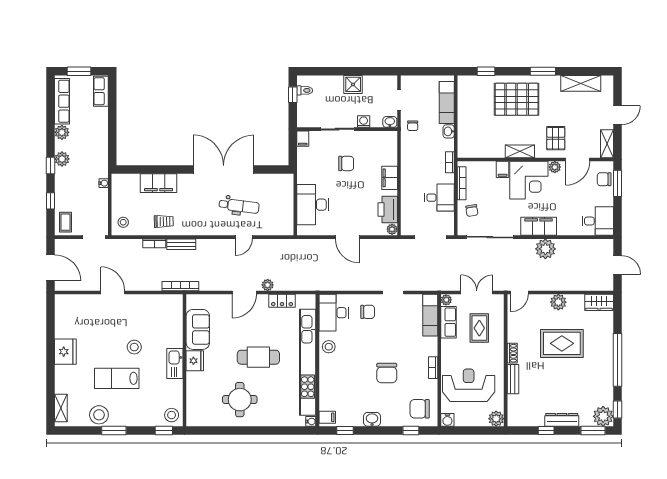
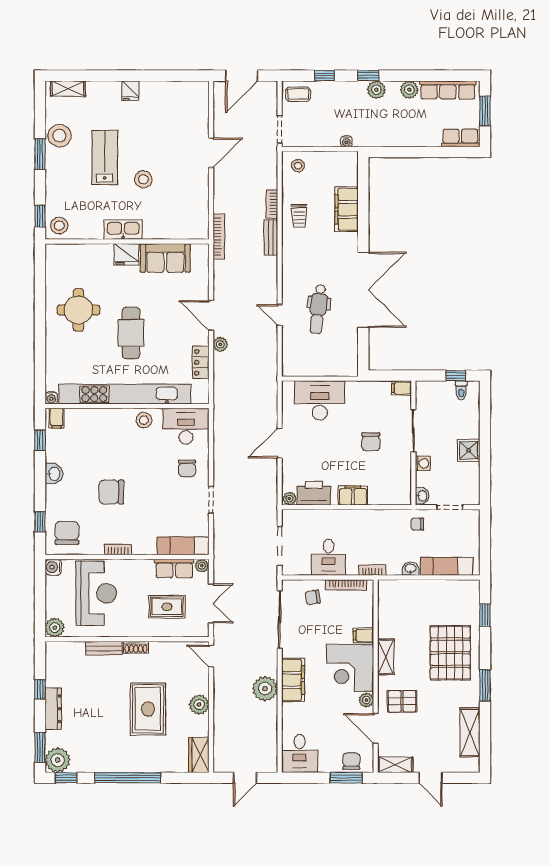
fridge: (65, 352) -> (130, 91), width x0.53, depth x0.75

